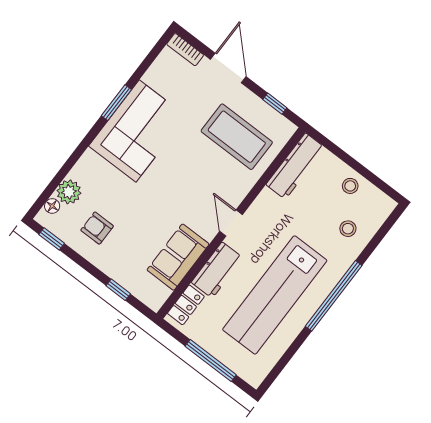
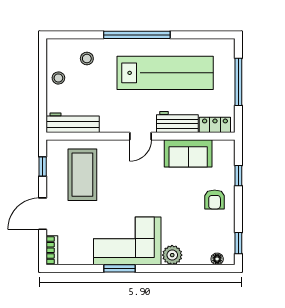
plant: (69, 192) -> (172, 255), moved
armchair: (97, 228) -> (215, 199), moved

